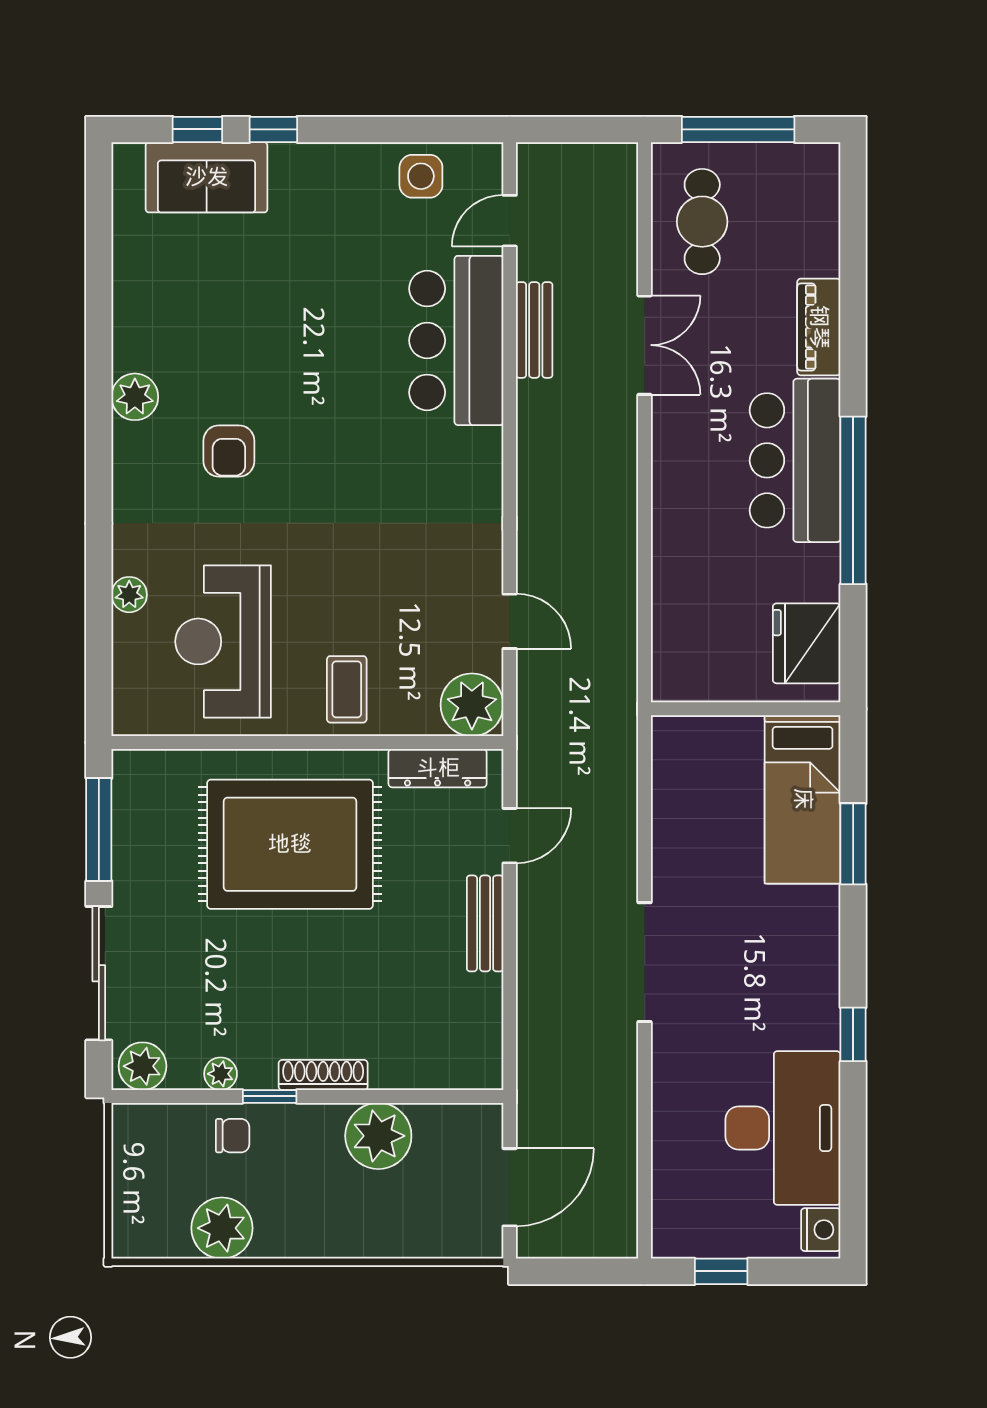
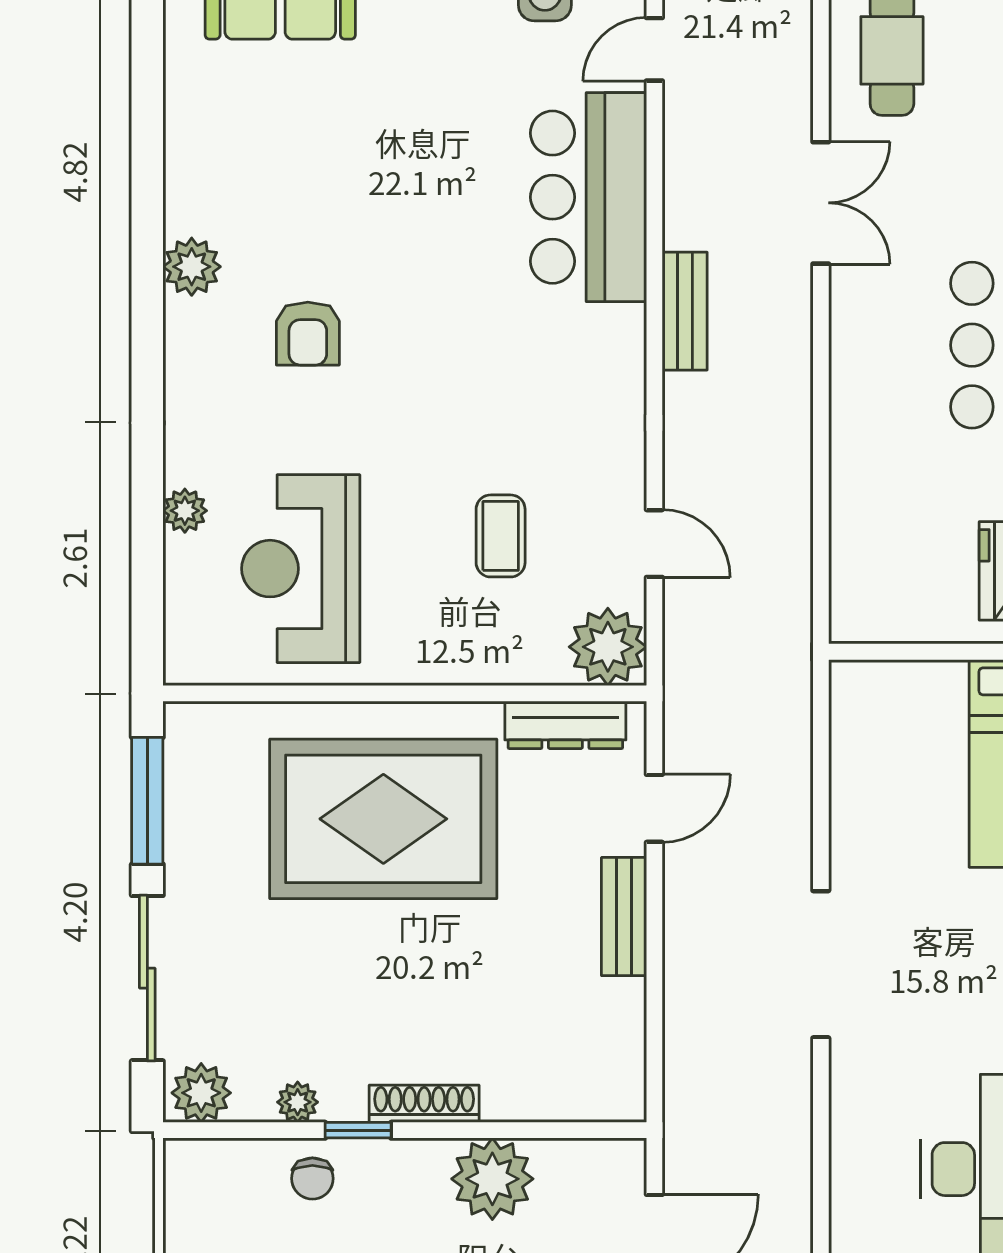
bench: (534, 330) -> (685, 311), moved
coffee table: (347, 689) -> (501, 536), moved
chair: (233, 1136) -> (312, 1179), turned 90

